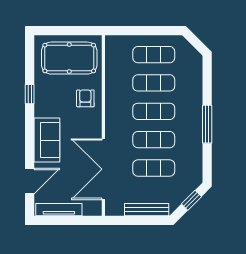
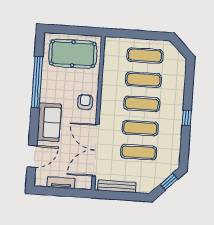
window: (30, 94) -> (37, 82), width x3.17
armchair: (85, 98) -> (85, 102), moved
window: (207, 124) -> (187, 118), width x0.46
tv unit: (59, 210) -> (61, 183), width x0.71
bench: (147, 210) -> (117, 186), moved

